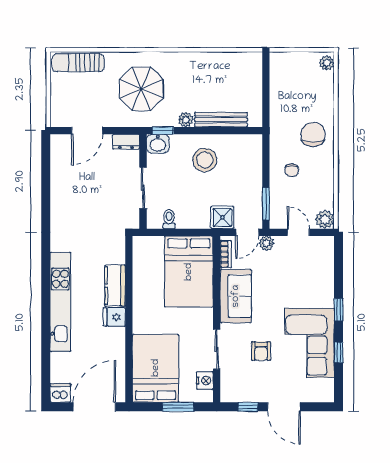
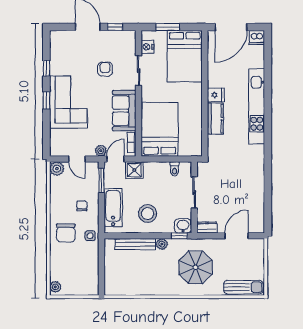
side table: (281, 131) -> (90, 236), added
bathtub: (250, 168) -> (113, 208), added
corner sofa: (309, 343) -> (68, 102), moved

